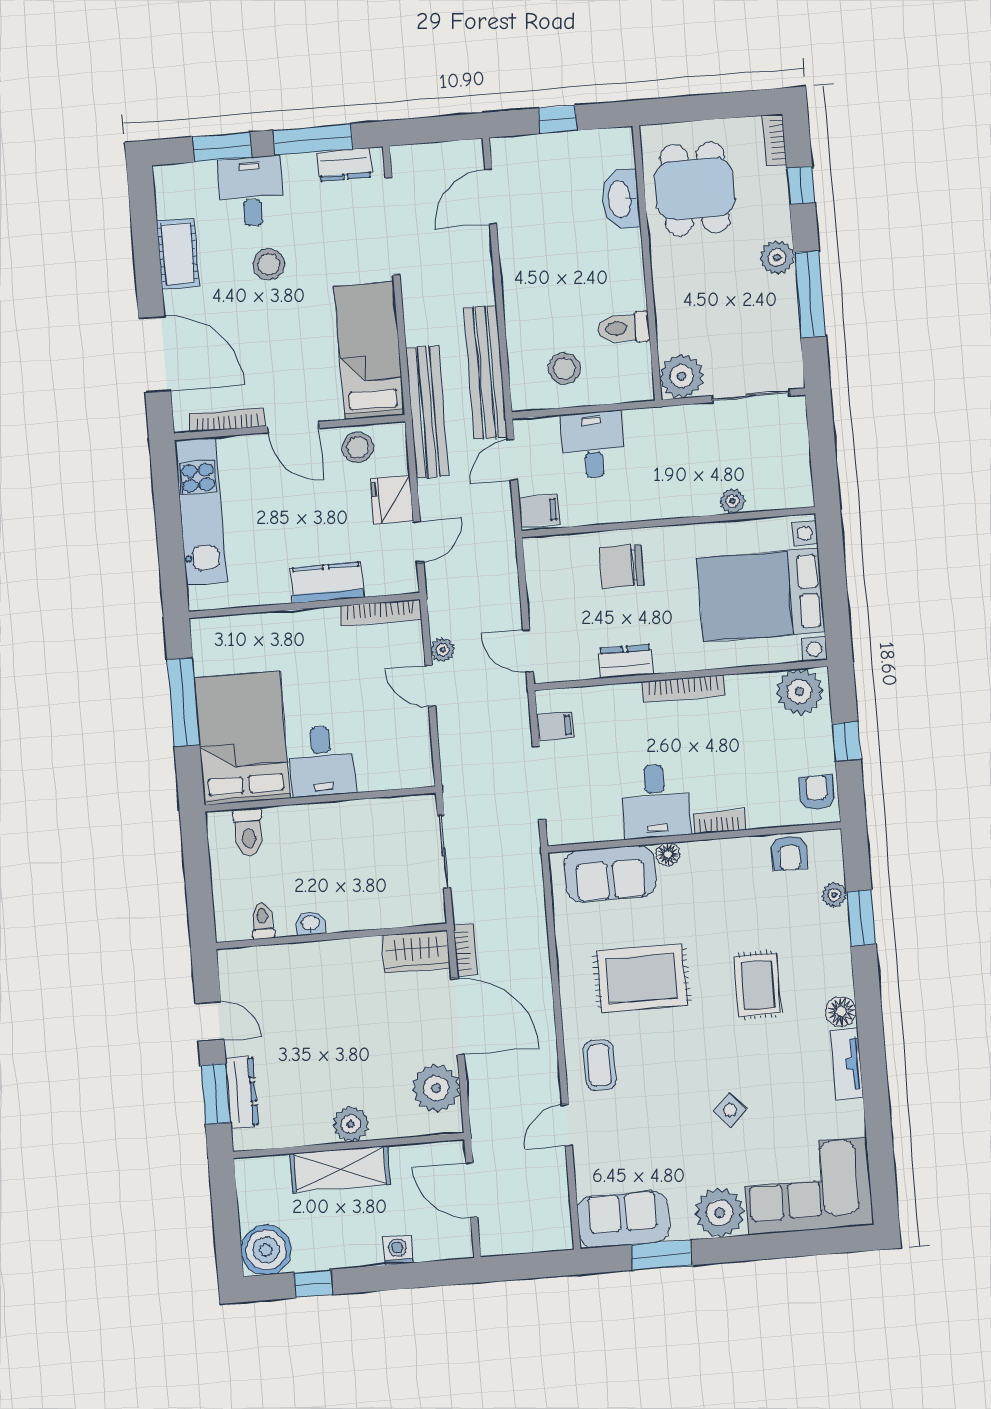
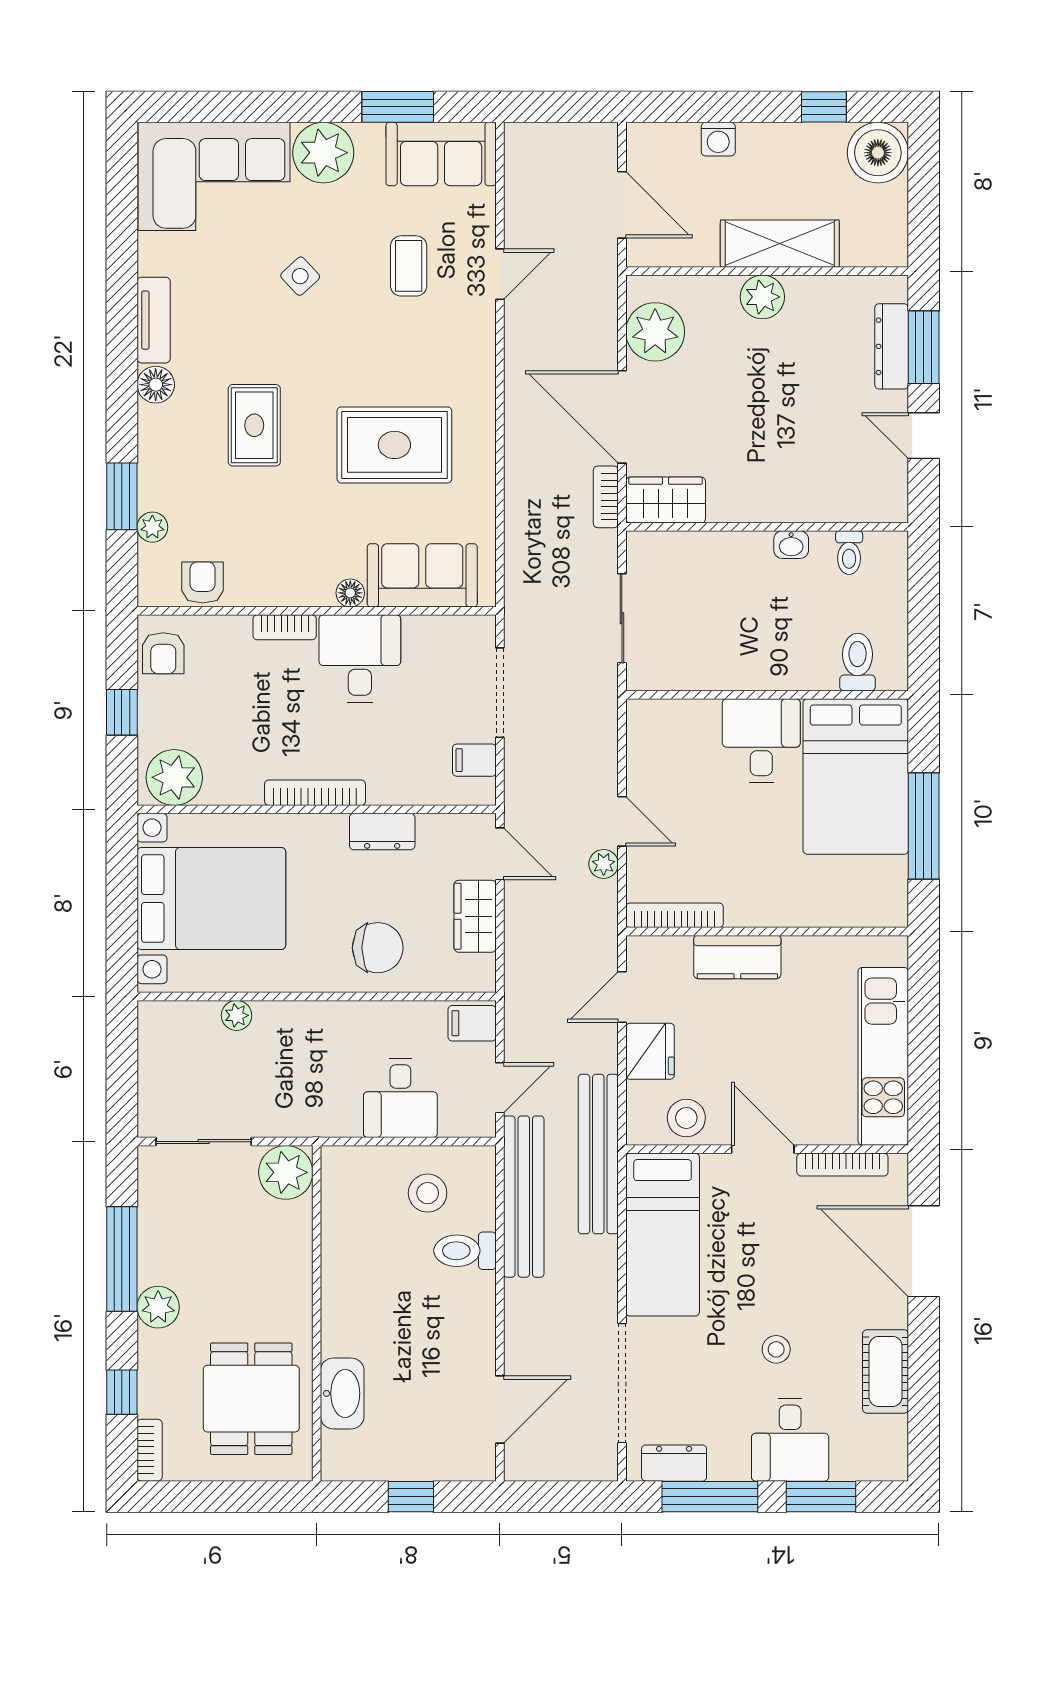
stool: (269, 264) -> (776, 1349), width x0.73, depth x0.73
toilet: (624, 328) -> (465, 1251), moved, turned 180
wardrobe: (544, 598) -> (475, 916), added
coffee table: (600, 1065) -> (409, 266), moved

